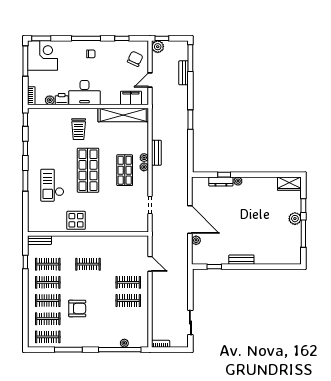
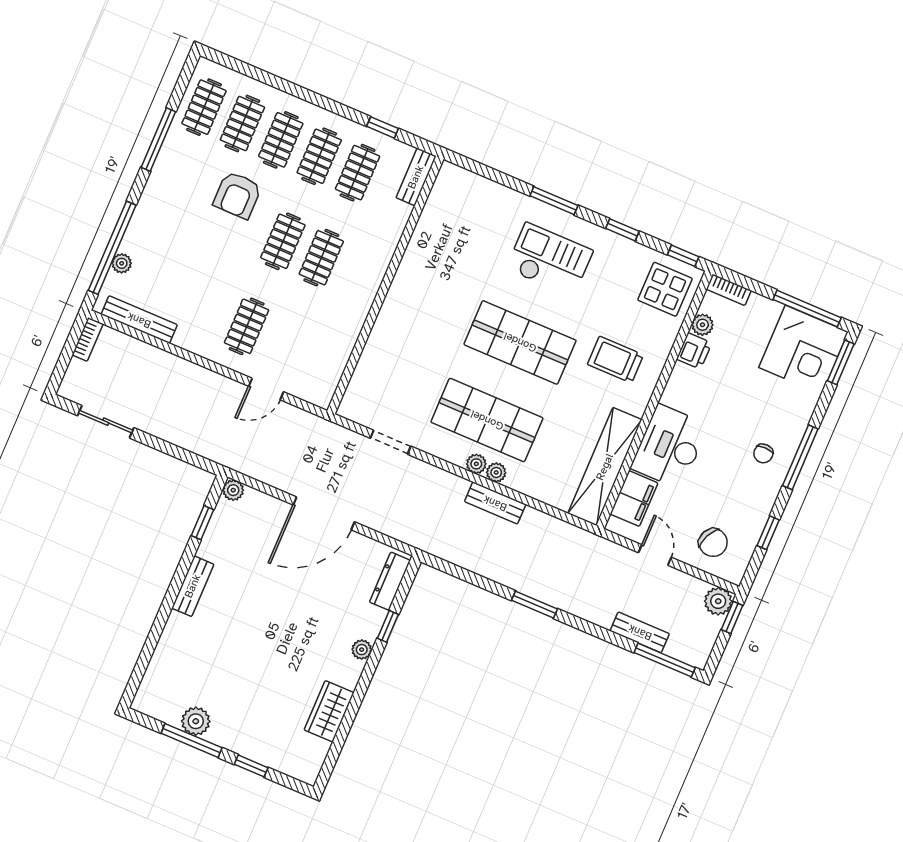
desk: (84, 93) -> (669, 447), moved
shop shelf: (125, 170) -> (487, 420), width x1.43, depth x1.36
dresser: (221, 181) -> (390, 581), moved
wardrobe: (289, 184) -> (329, 711), moved
checkout: (52, 185) -> (550, 260), moved
plant: (295, 219) -> (196, 721), moved
display table: (76, 220) -> (665, 289), moved
plant: (196, 240) -> (233, 490), moved
clothes rail: (128, 301) -> (283, 241), moved
bench: (144, 327) -> (139, 320), added

